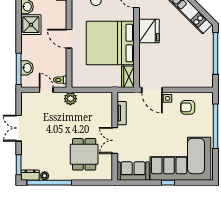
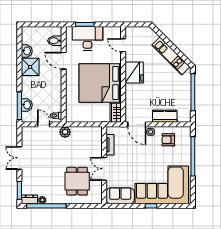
door: (69, 39) -> (64, 61), moved
kitchen counter: (184, 81) -> (165, 116), added

